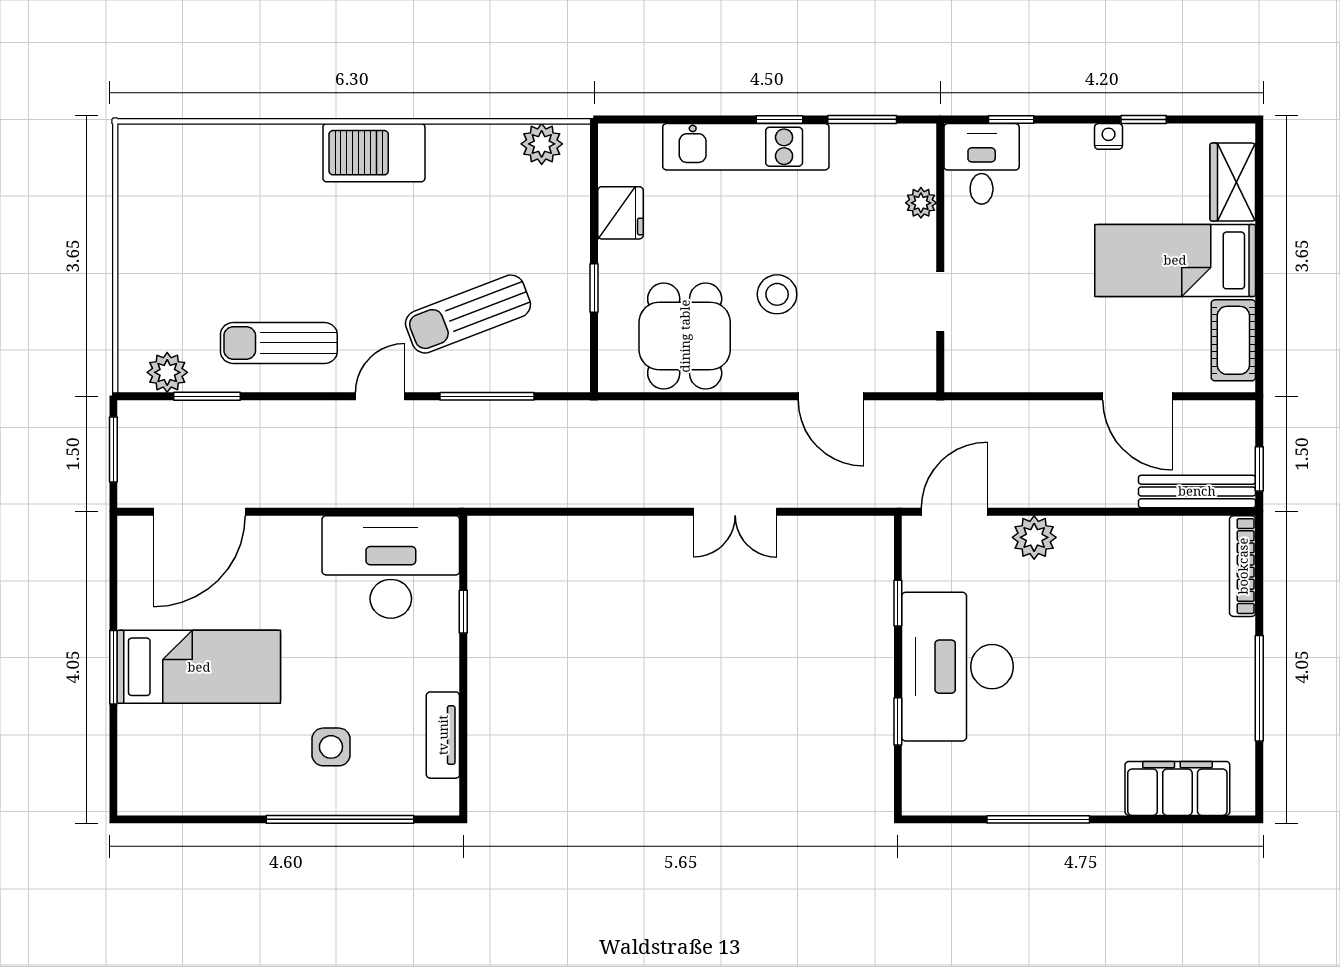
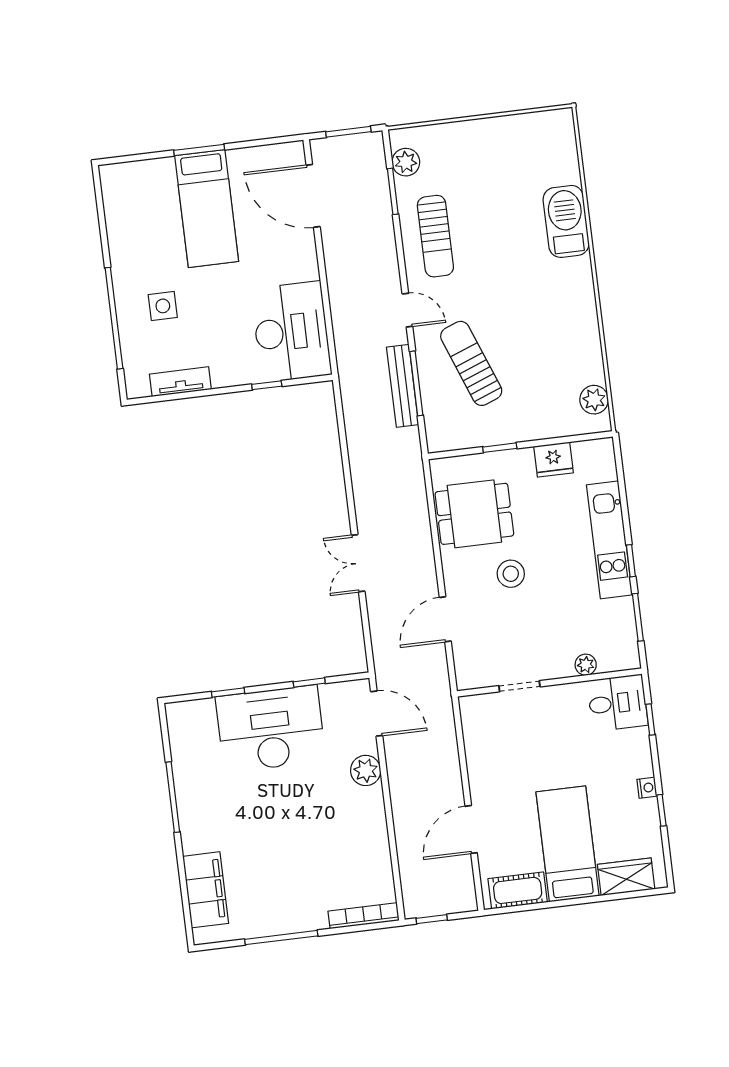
barbecue: (374, 153) -> (566, 221), moved
sun lounger: (279, 343) -> (435, 236), turned 180
bench: (1197, 491) -> (403, 386), moved

